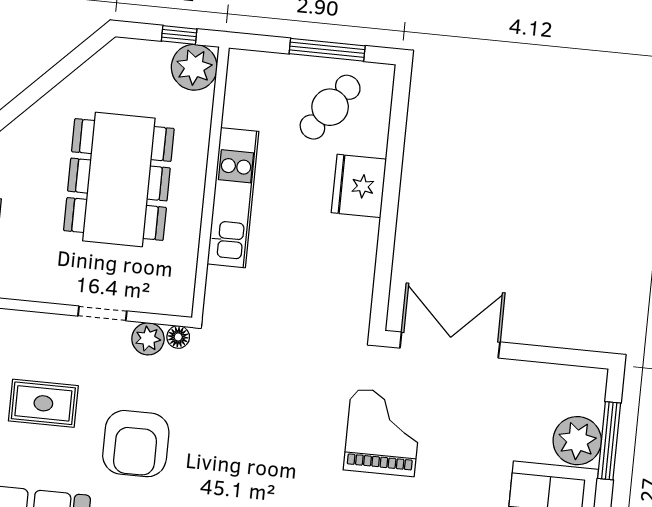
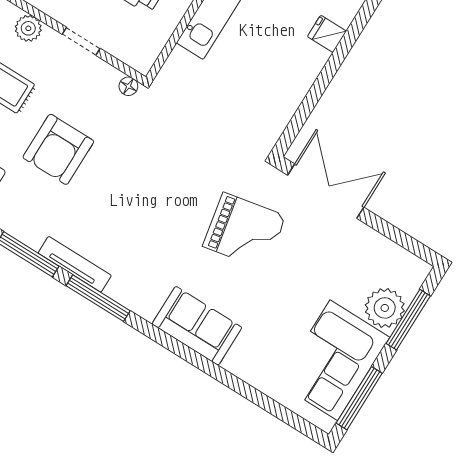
fridge: (359, 186) -> (327, 34), width x0.53, depth x0.75
plant: (148, 339) -> (28, 28), moved
grand piano: (383, 432) -> (244, 231), turned 79

